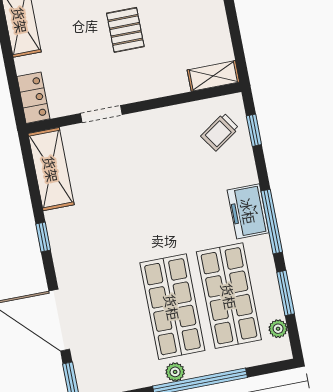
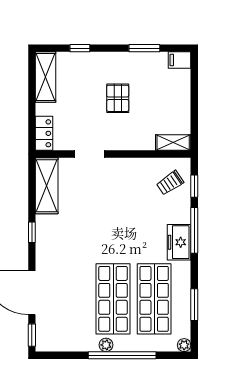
window: (272, 222) -> (194, 230), moved
plant: (278, 329) -> (184, 345), moved

